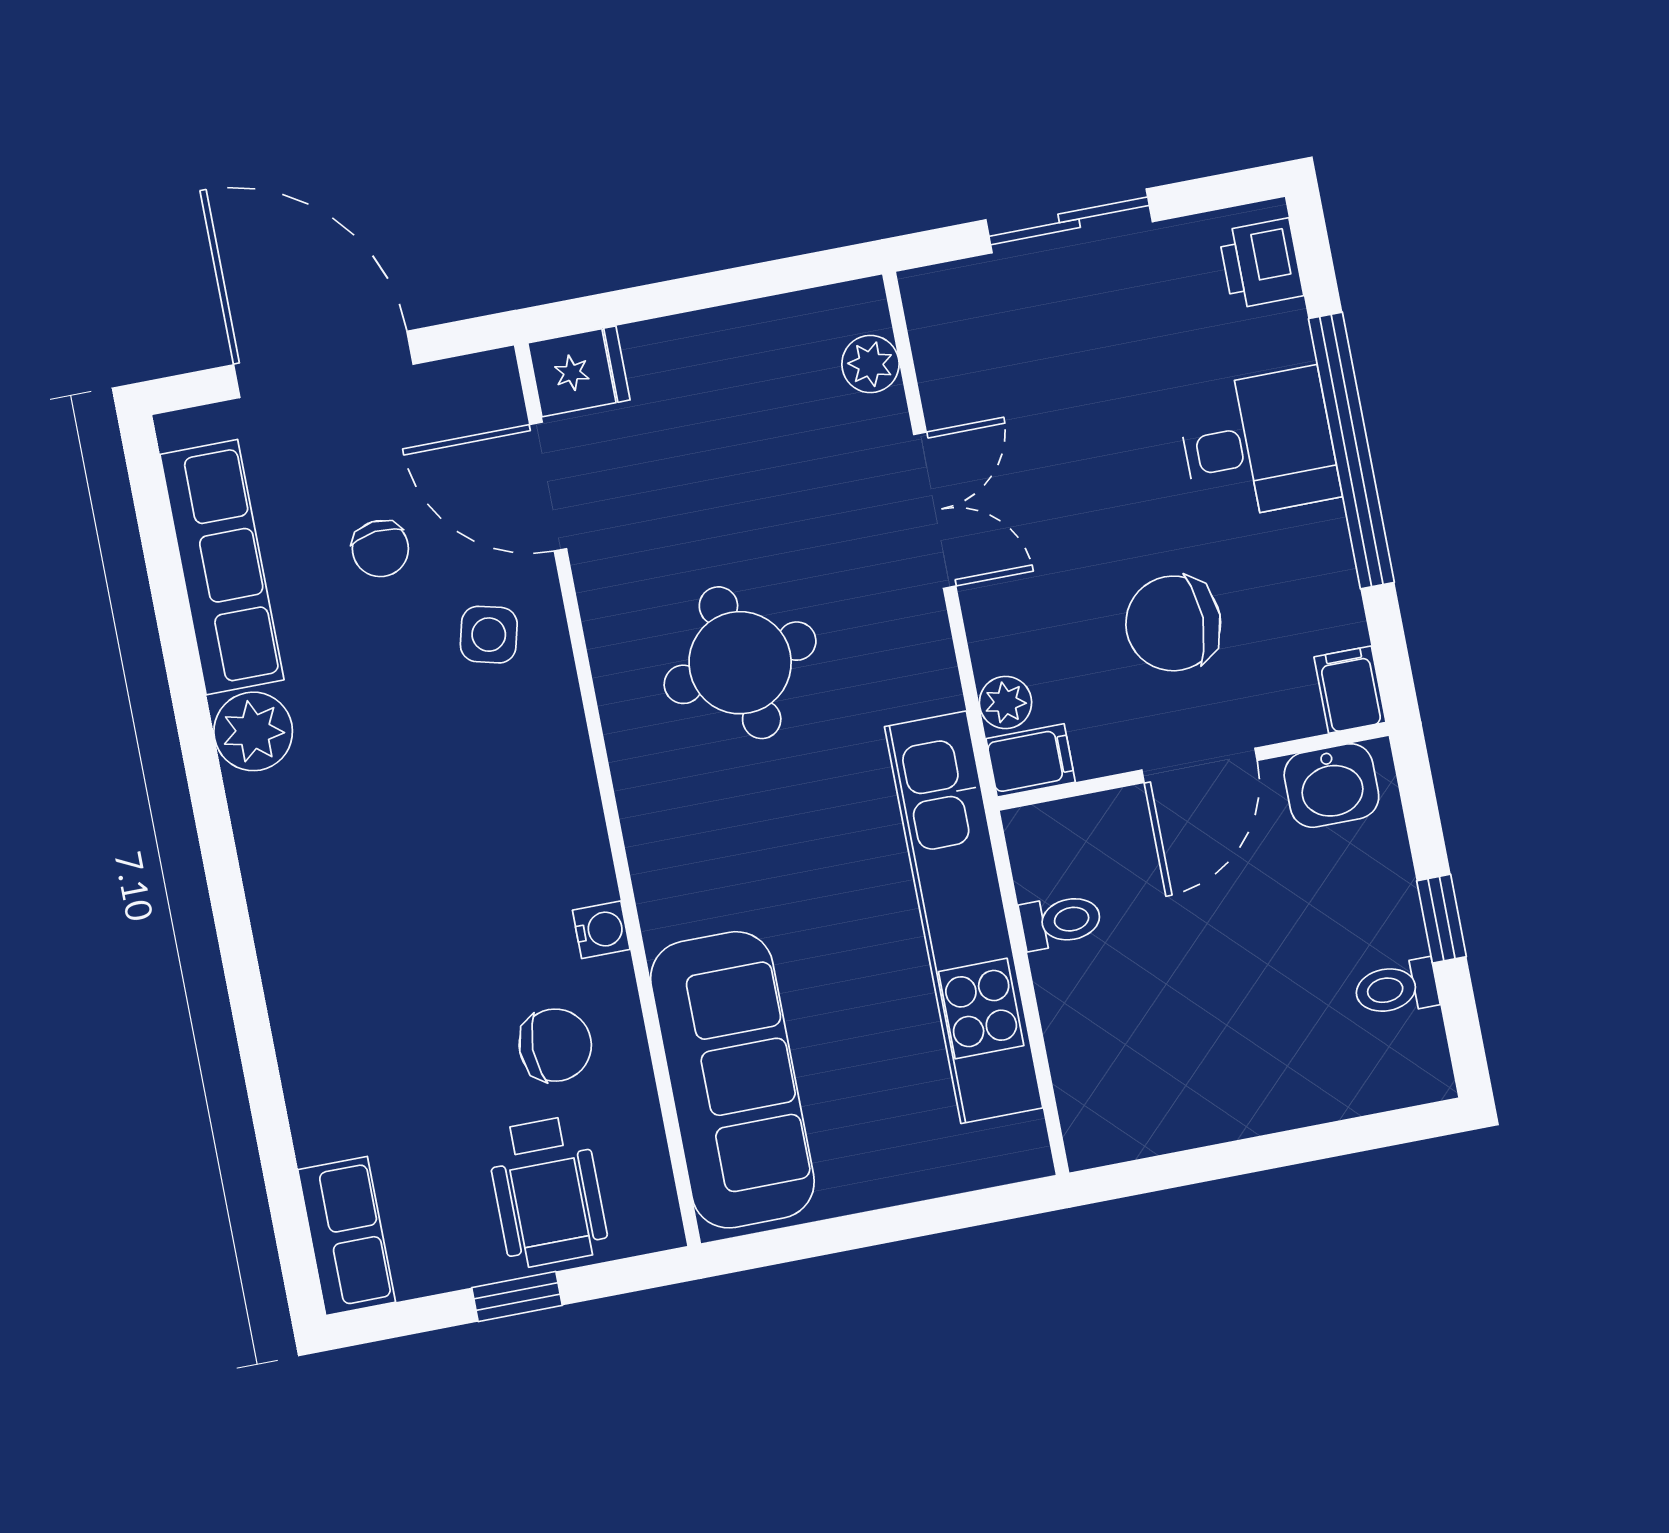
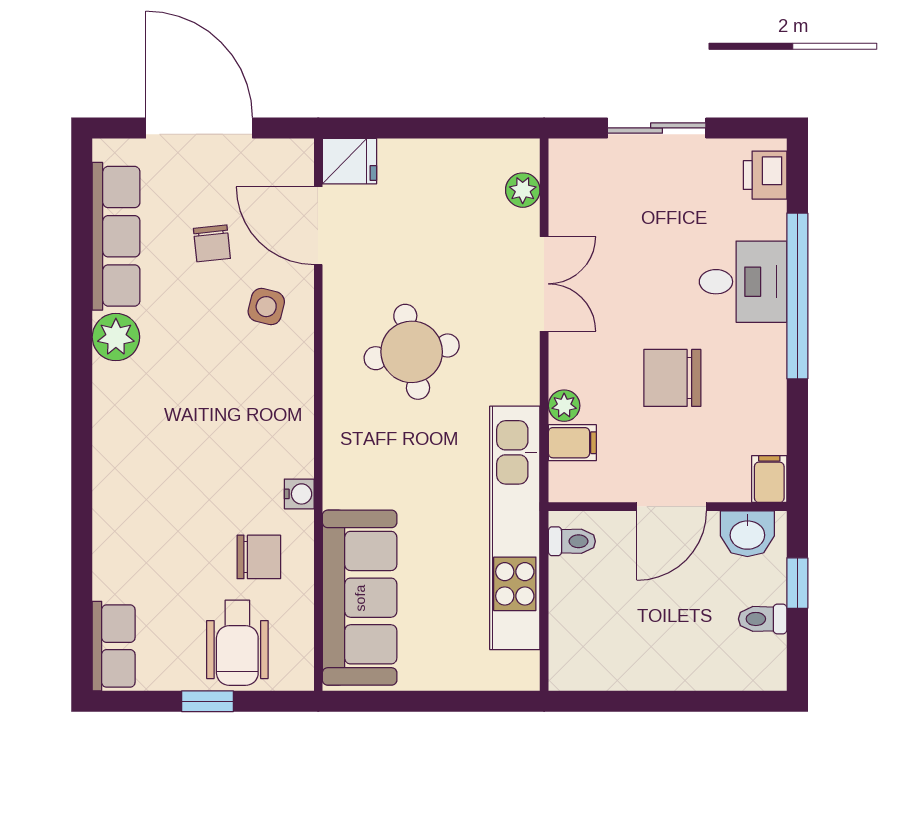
filing cabinet: (1350, 690) -> (769, 479), moved
door: (1199, 765) -> (672, 507), moved
wall: (1193, 767) -> (668, 507), moved
washbasin: (1331, 786) -> (747, 534), moved

